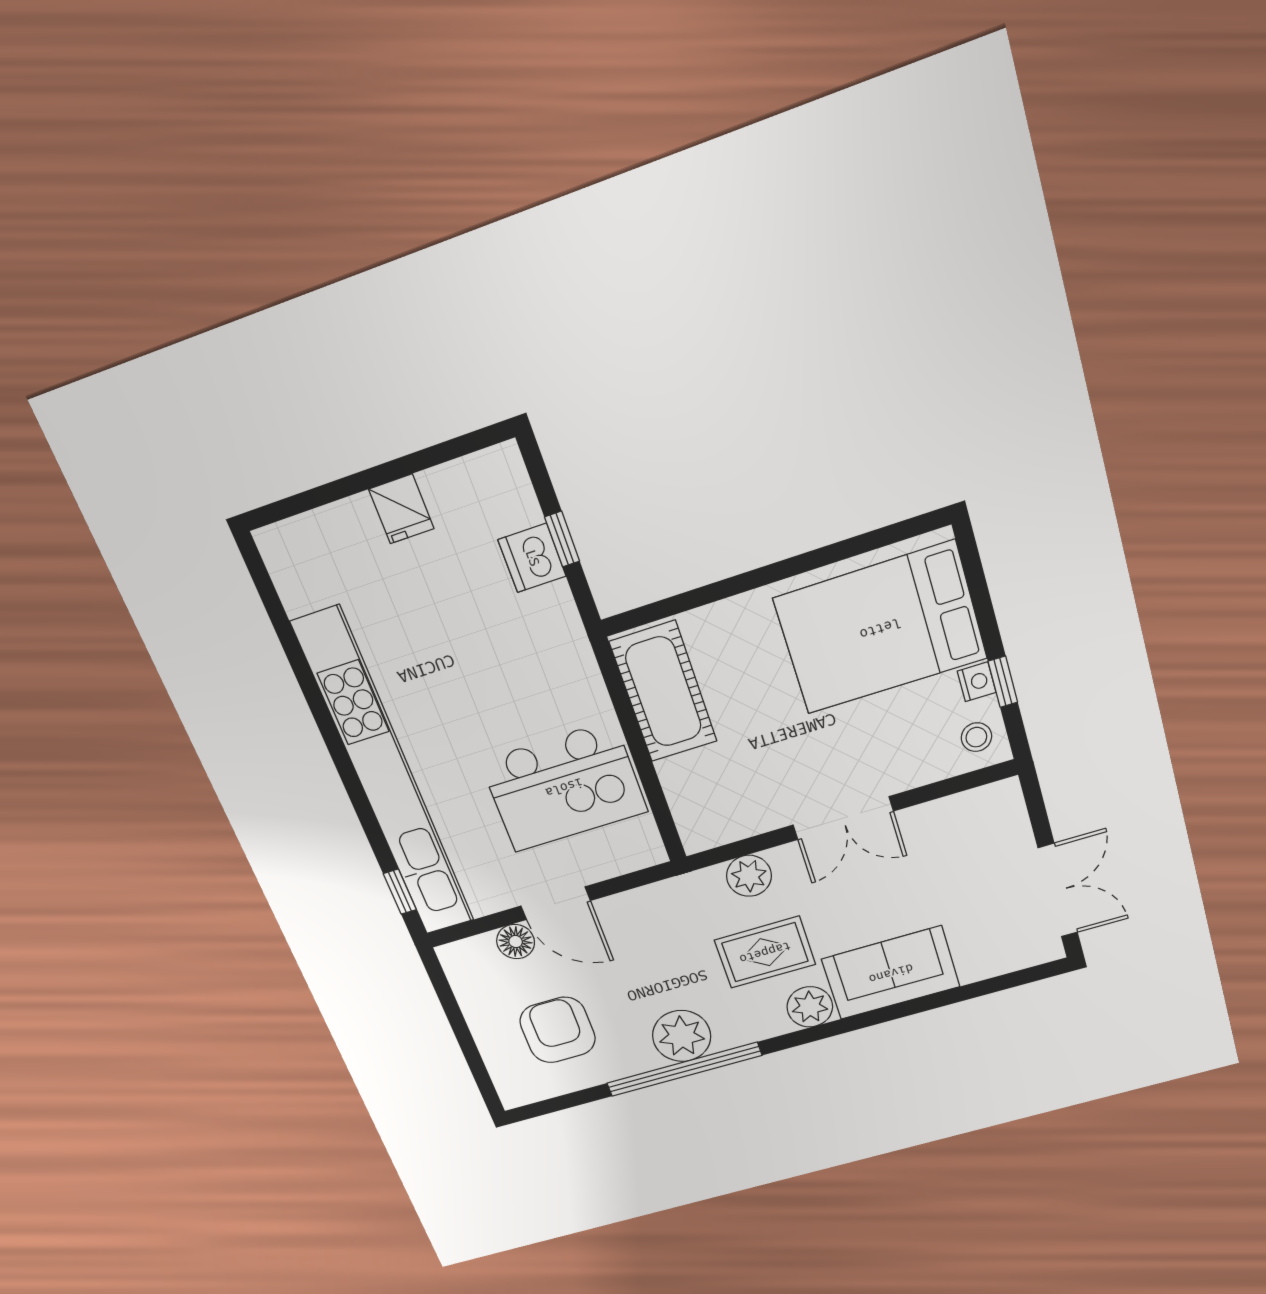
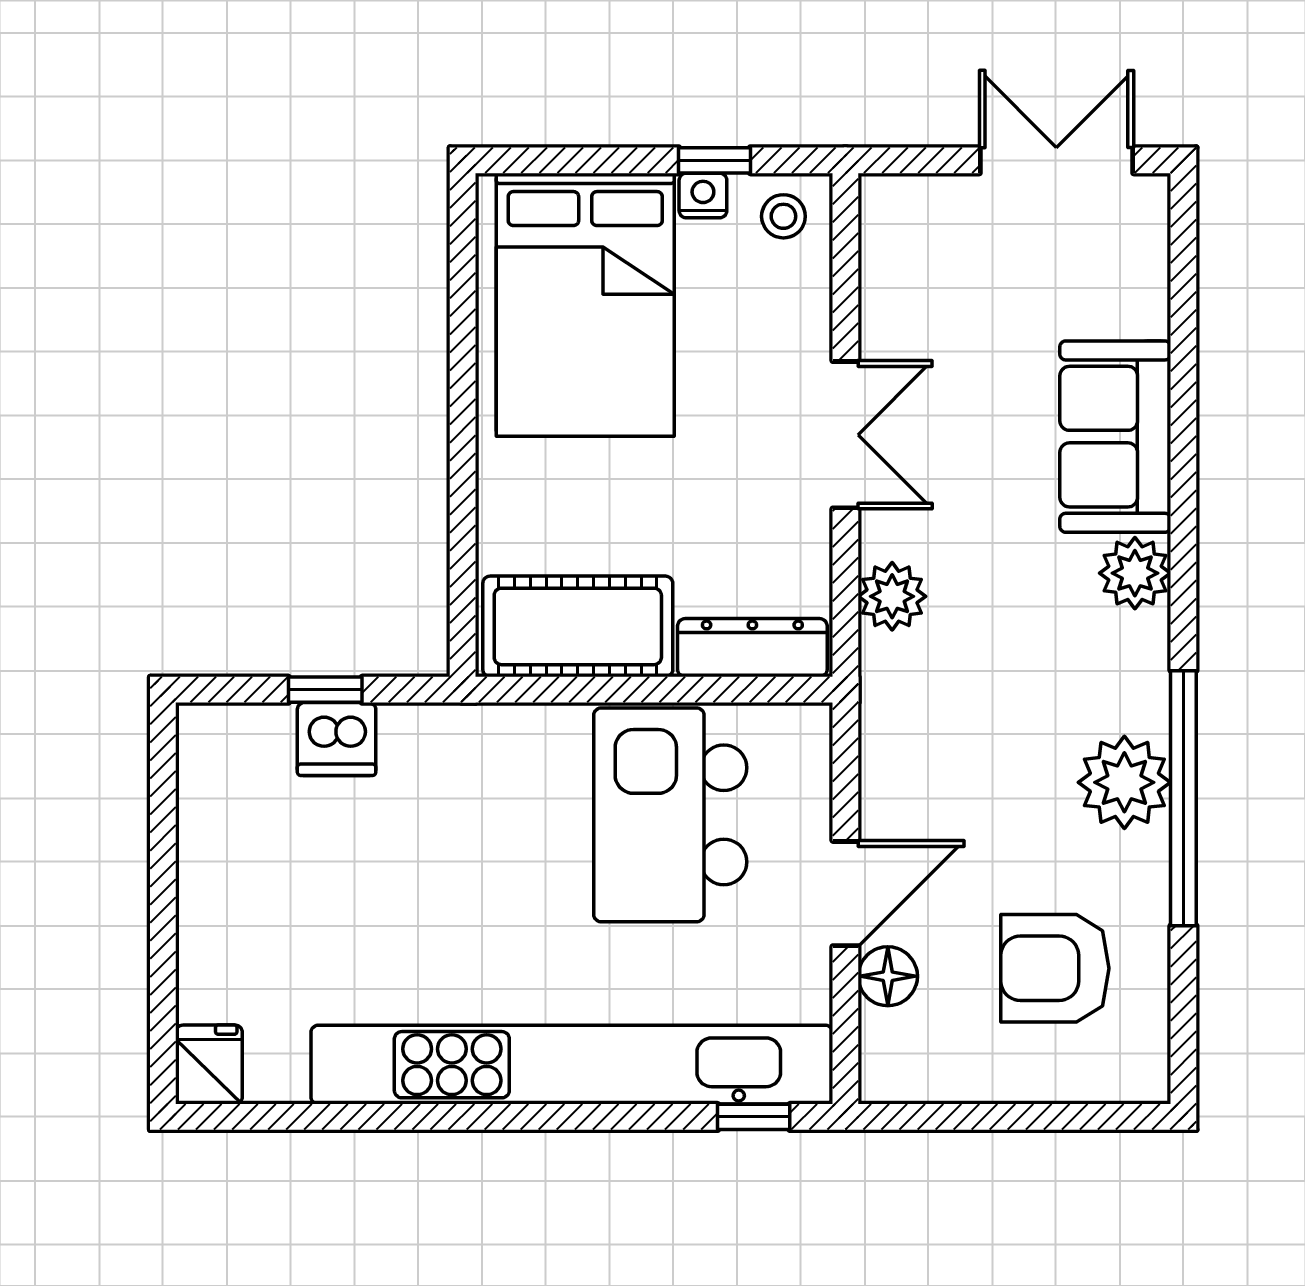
fridge: (401, 509) -> (209, 1065), moved, turned -90
kitchen island: (564, 787) -> (670, 815), turned 180
dresser: (688, 804) -> (752, 648), added
rug: (765, 952) -> (1023, 612), removed

